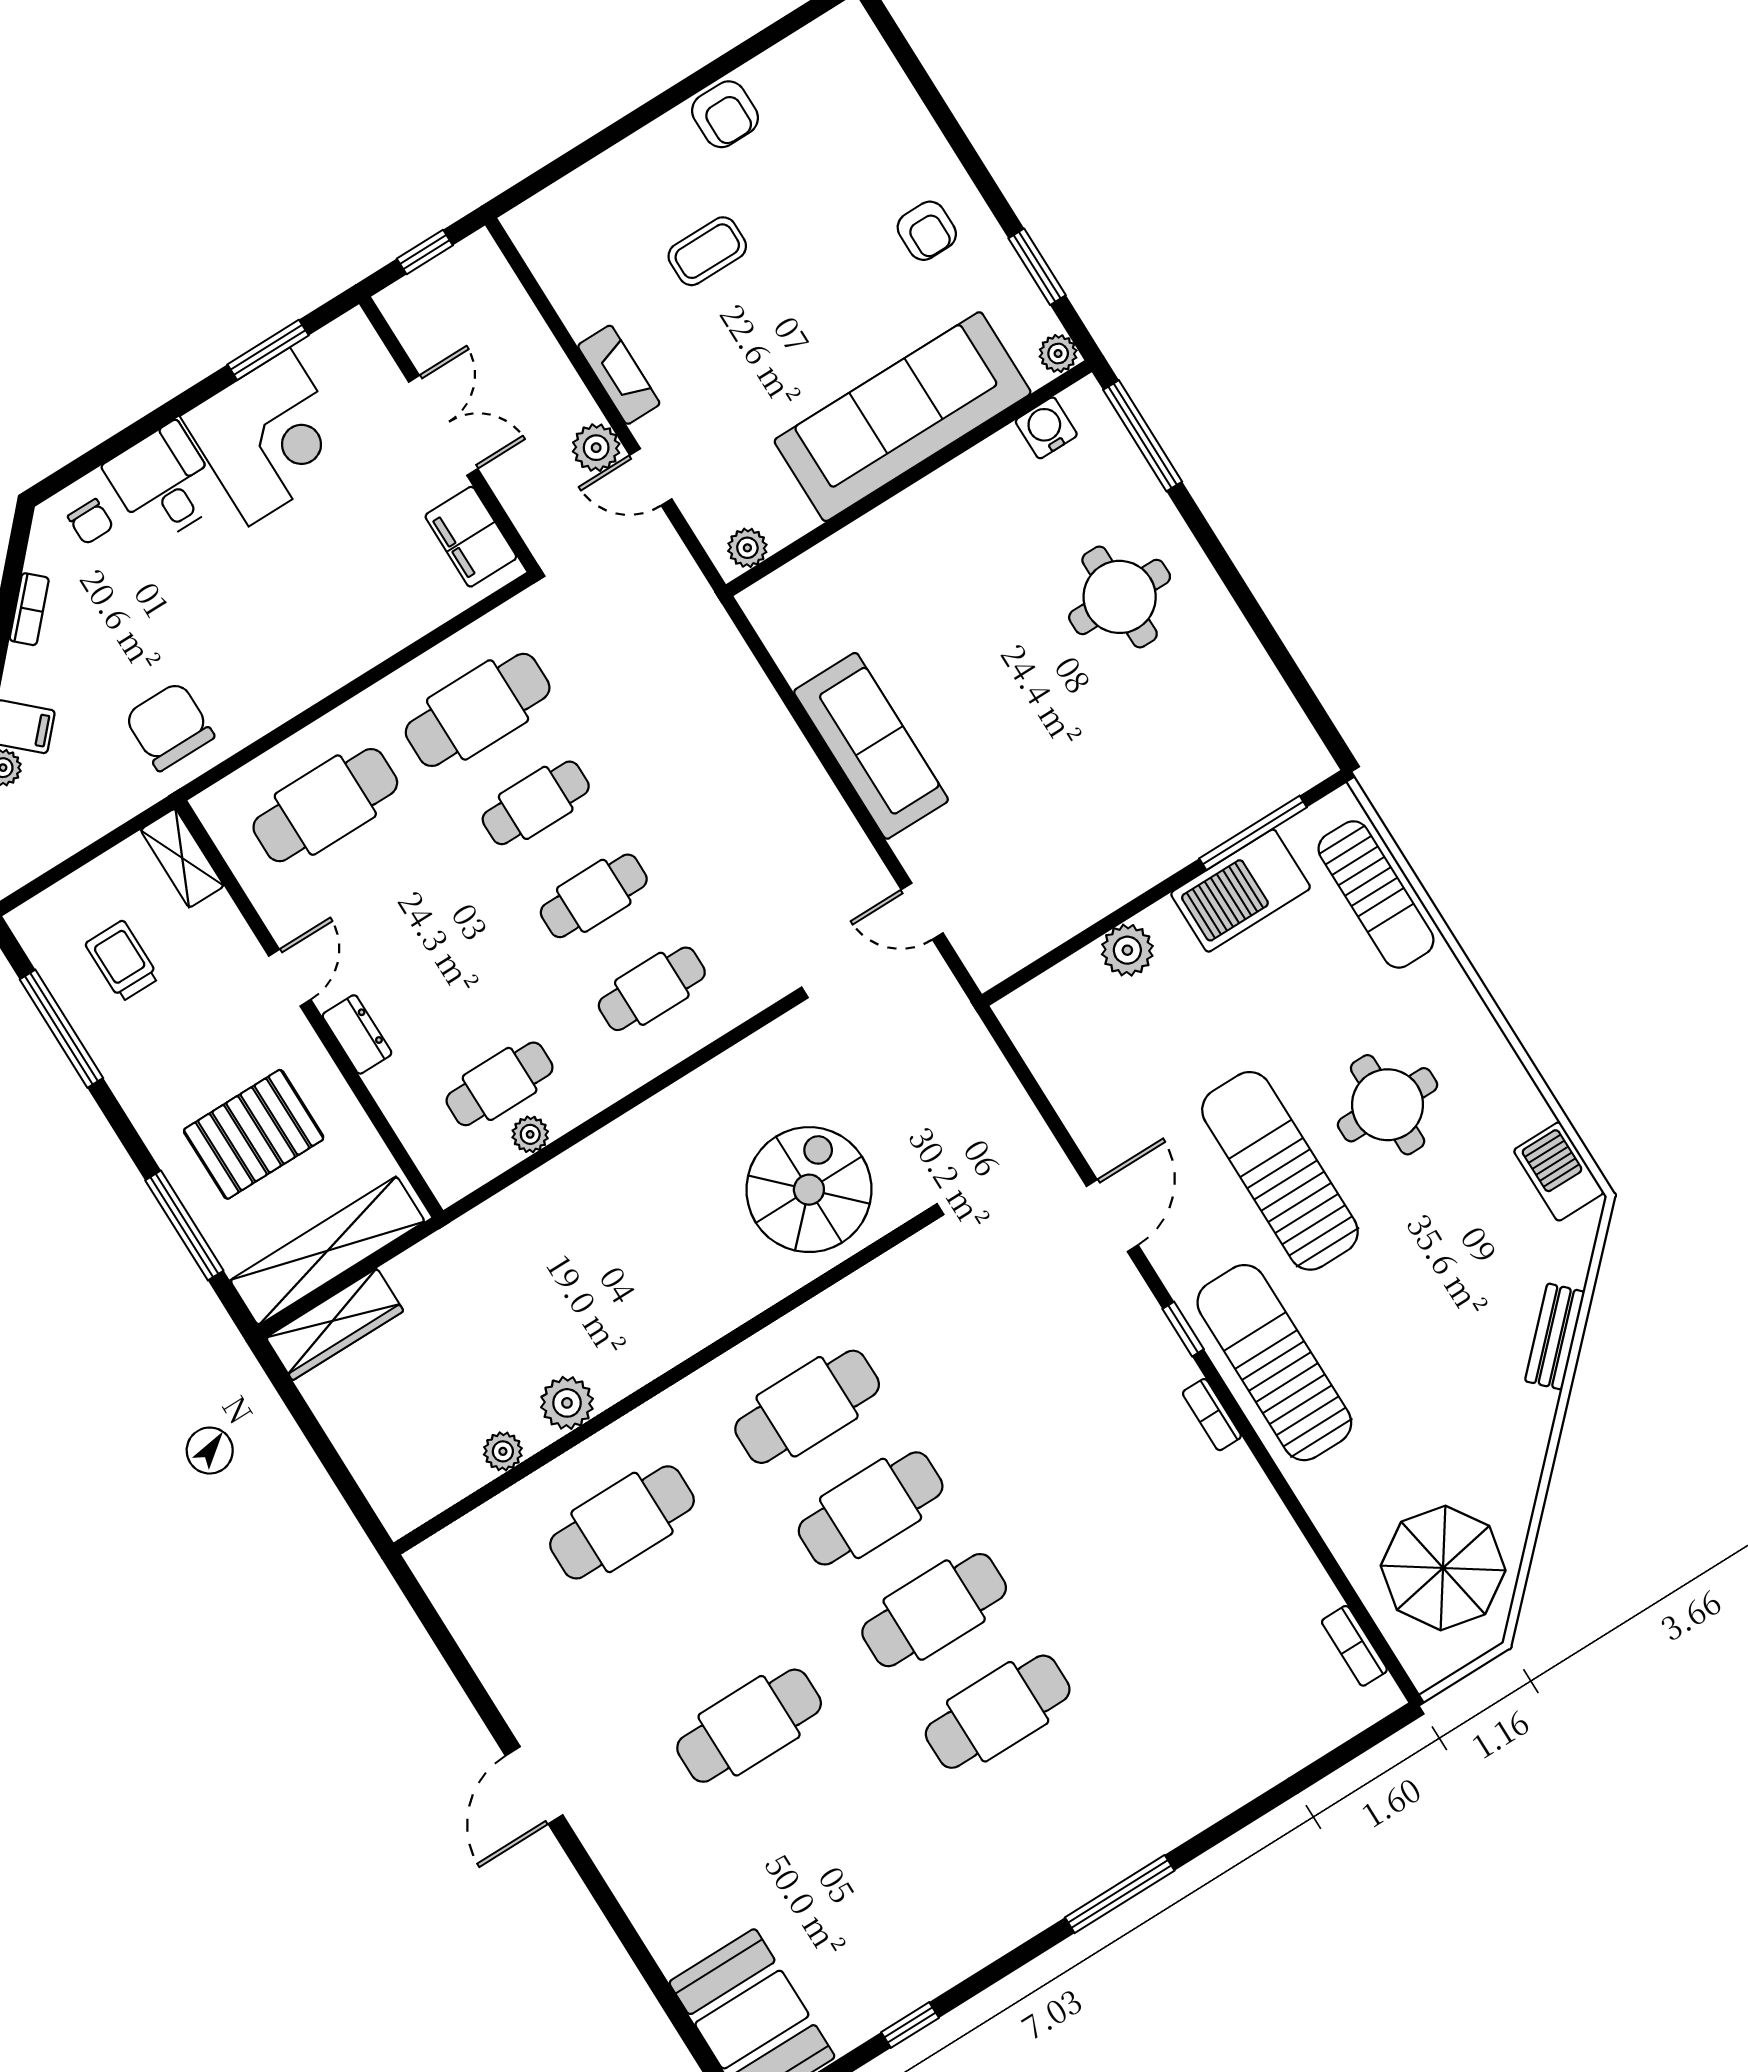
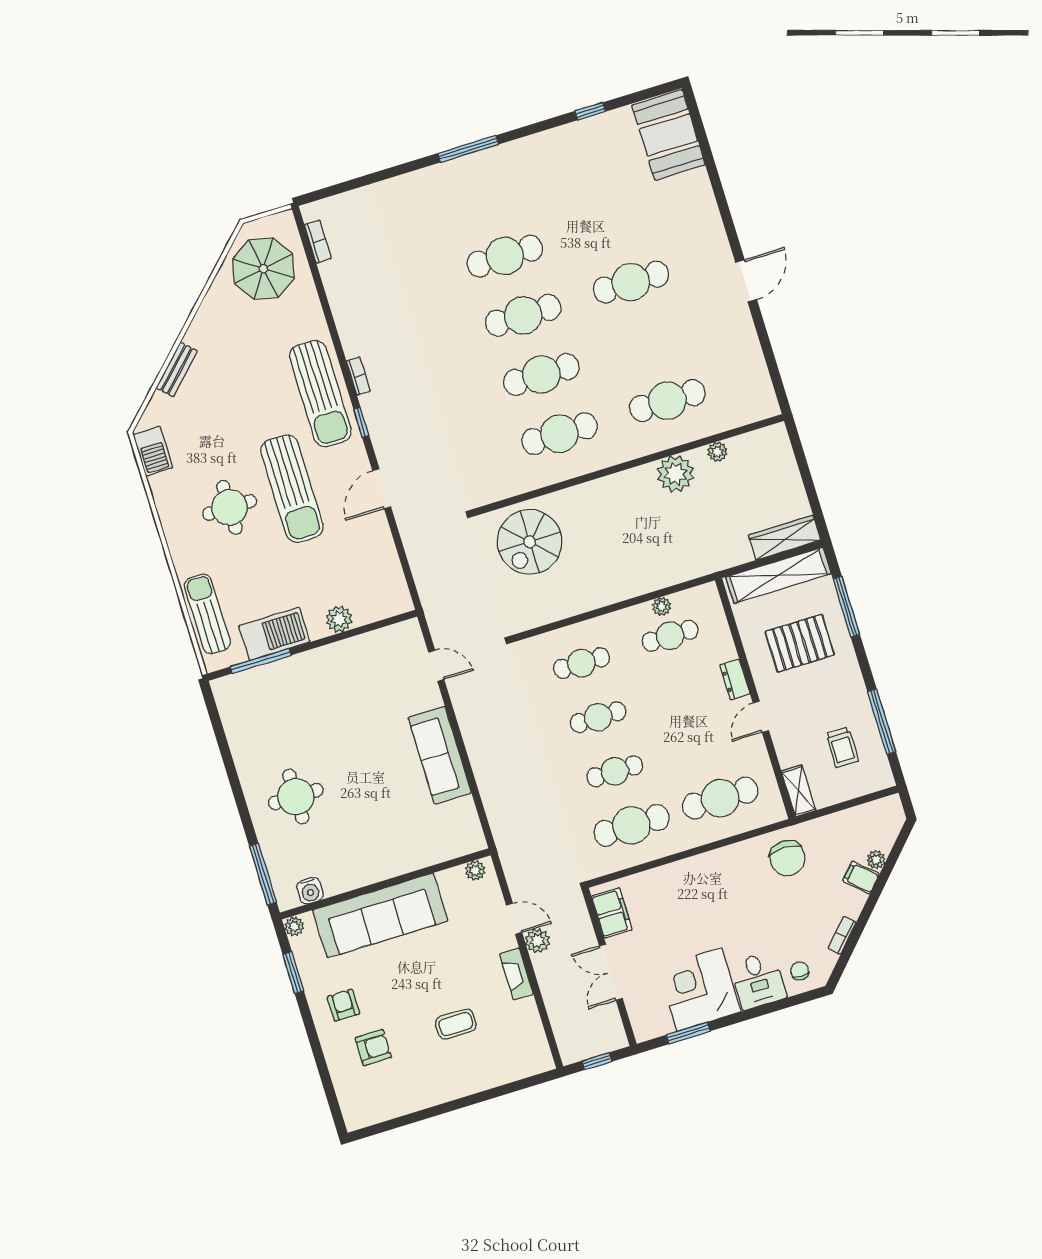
armchair: (725, 114) -> (373, 1048), moved, turned 90
plant: (567, 1403) -> (676, 474), width x1.36, depth x1.36

